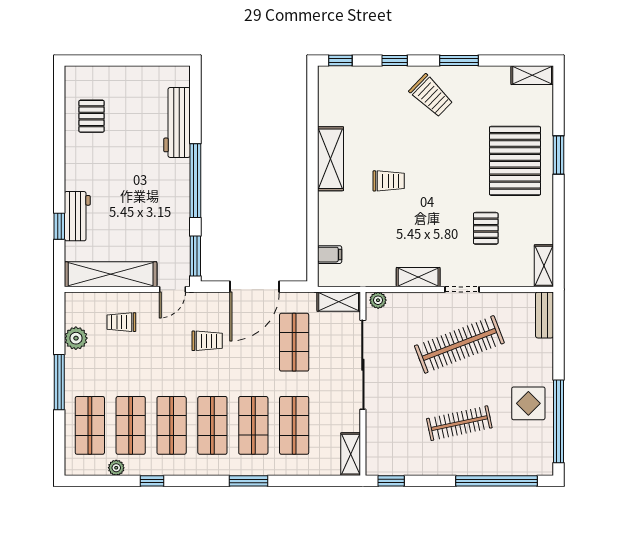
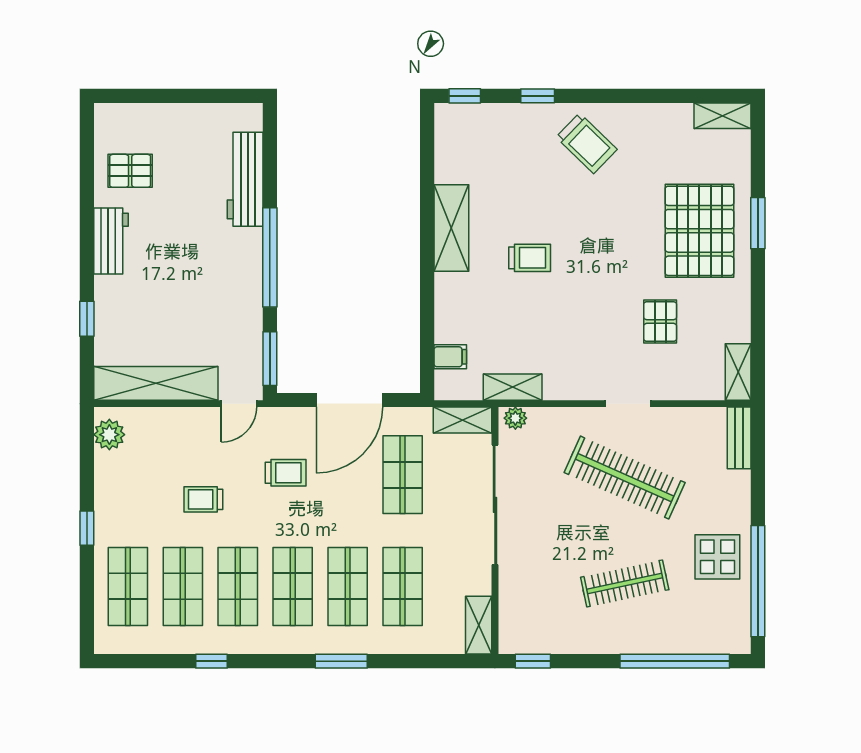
window: (459, 61) -> (624, 96), removed
pallet: (92, 116) -> (130, 171), turned 90
workbench: (77, 216) -> (111, 241), moved
shelving: (418, 277) -> (513, 387), moved
trolley: (121, 322) -> (203, 499), moved
plant: (76, 338) -> (109, 435), moved
clothes rail: (459, 344) -> (625, 478), turned 45
window: (59, 382) -> (87, 528), width x0.46
plant: (116, 468) -> (163, 643), removed

